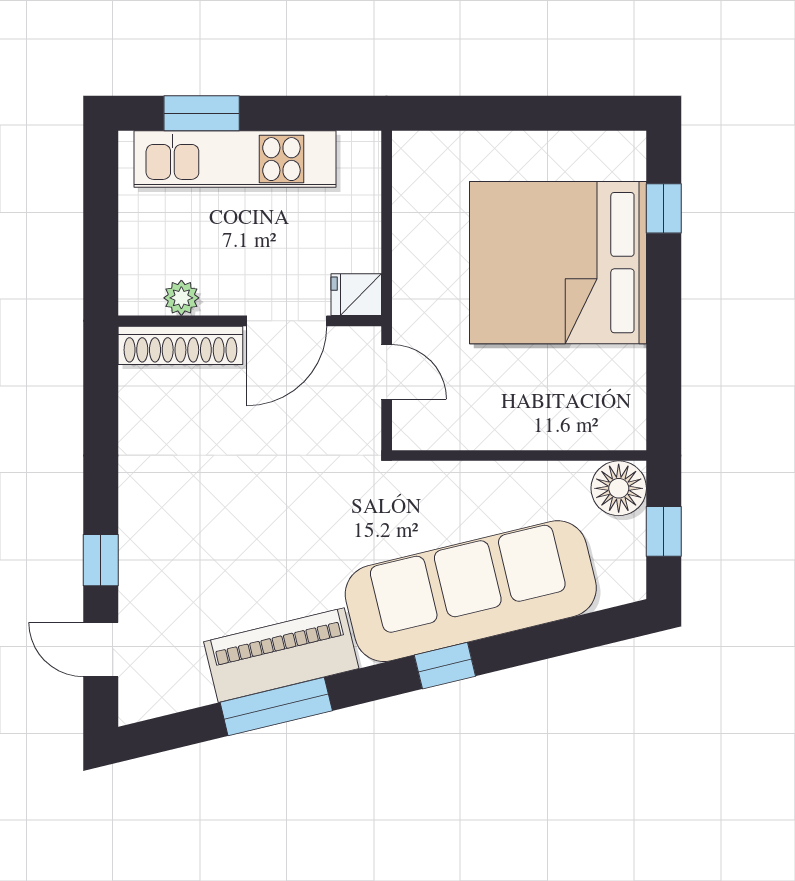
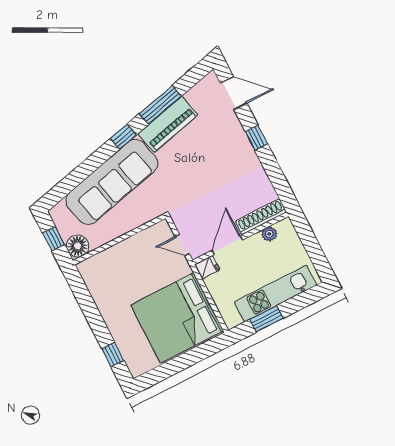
window: (202, 113) -> (267, 319), moved
bed: (558, 263) -> (177, 318), moved, turned 180
window: (101, 560) -> (256, 138), moved
door: (101, 650) -> (234, 93), width x1.38
window: (445, 666) -> (123, 137), moved

